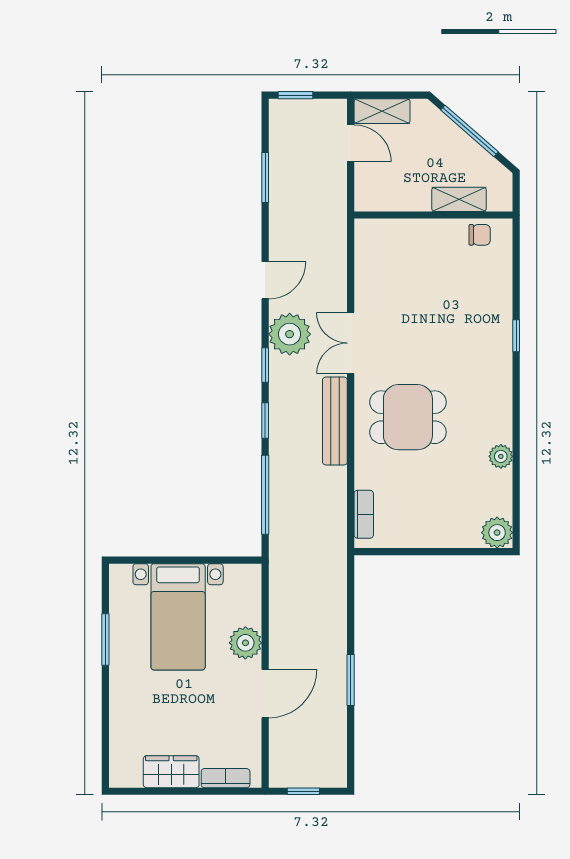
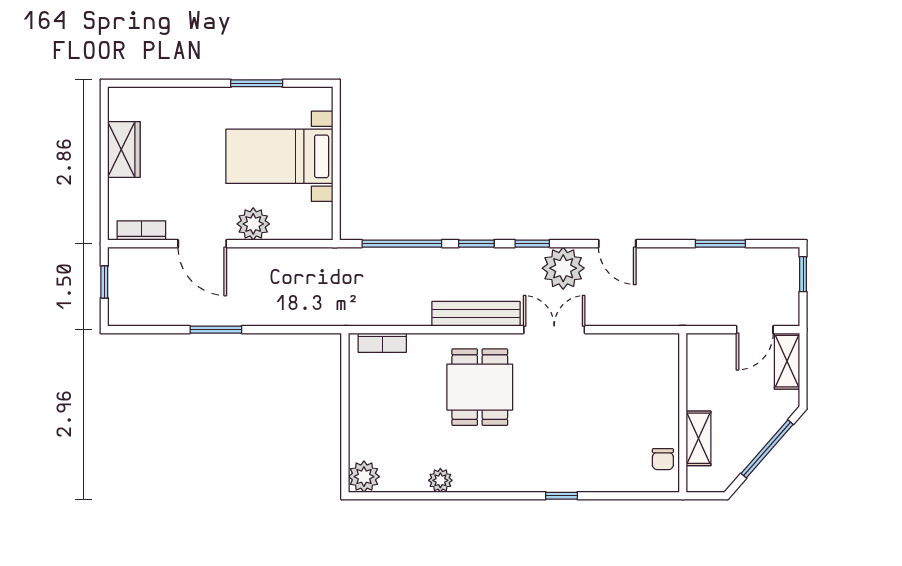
bookcase: (226, 778) -> (141, 231), moved, turned -90

